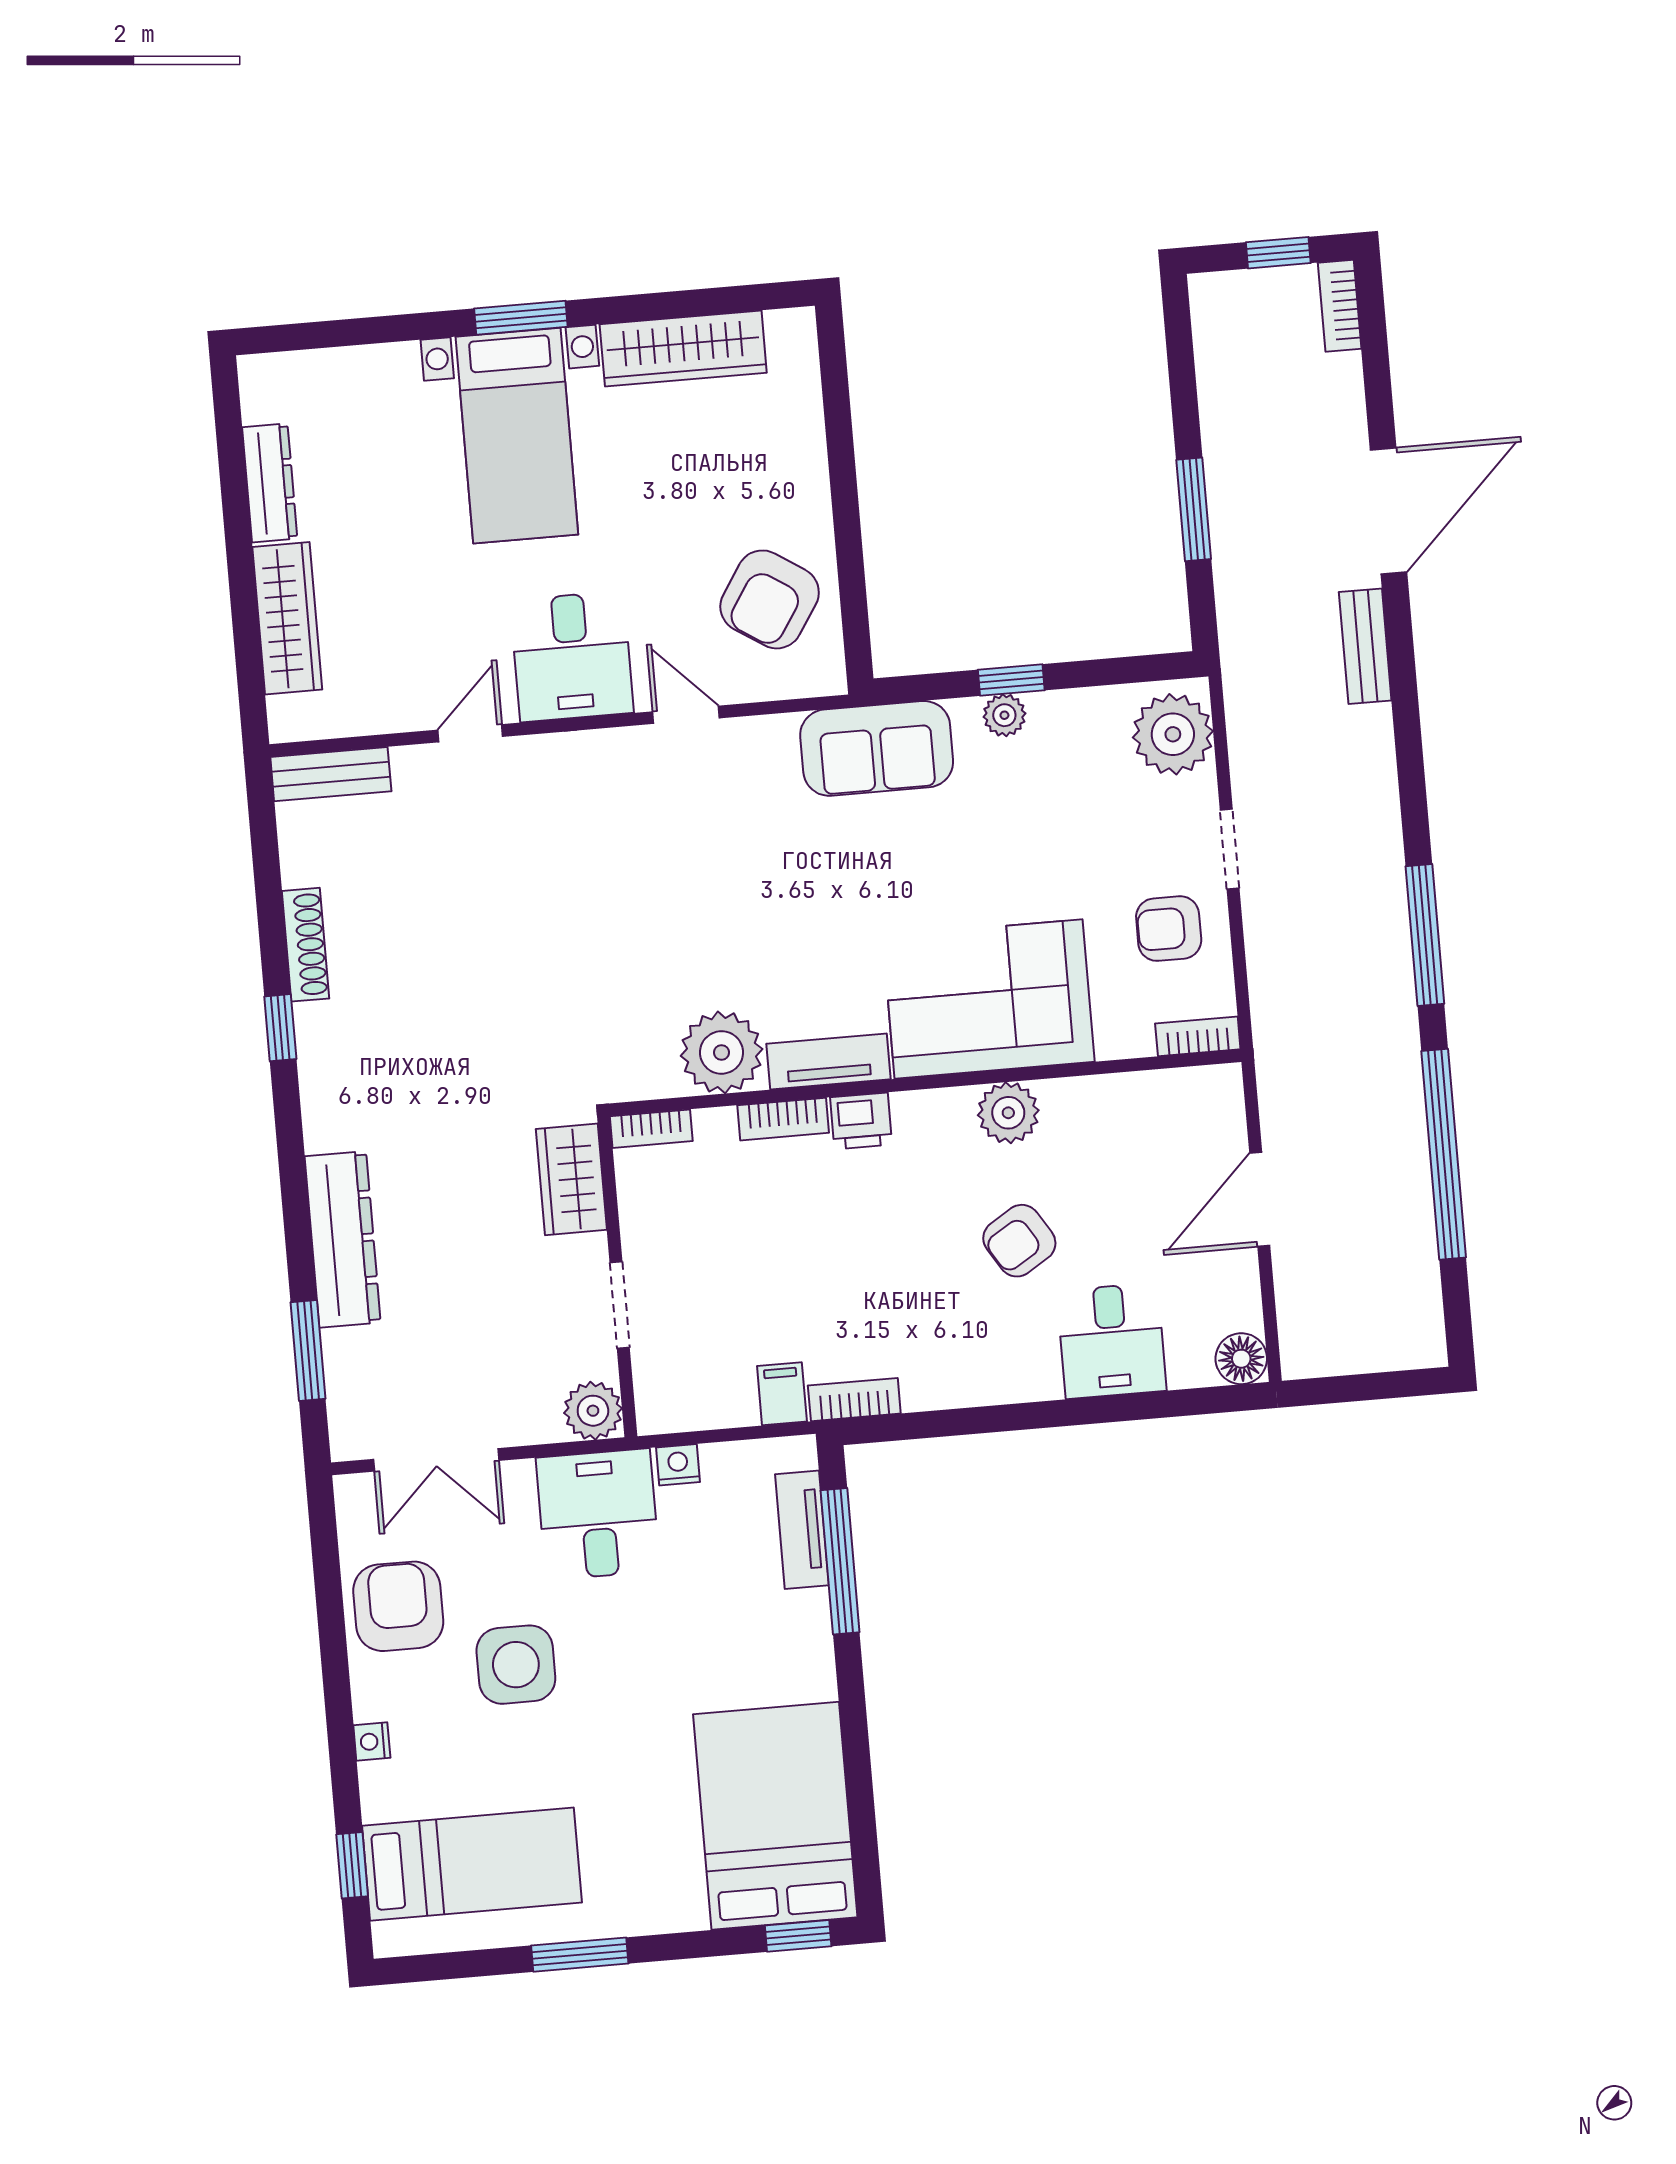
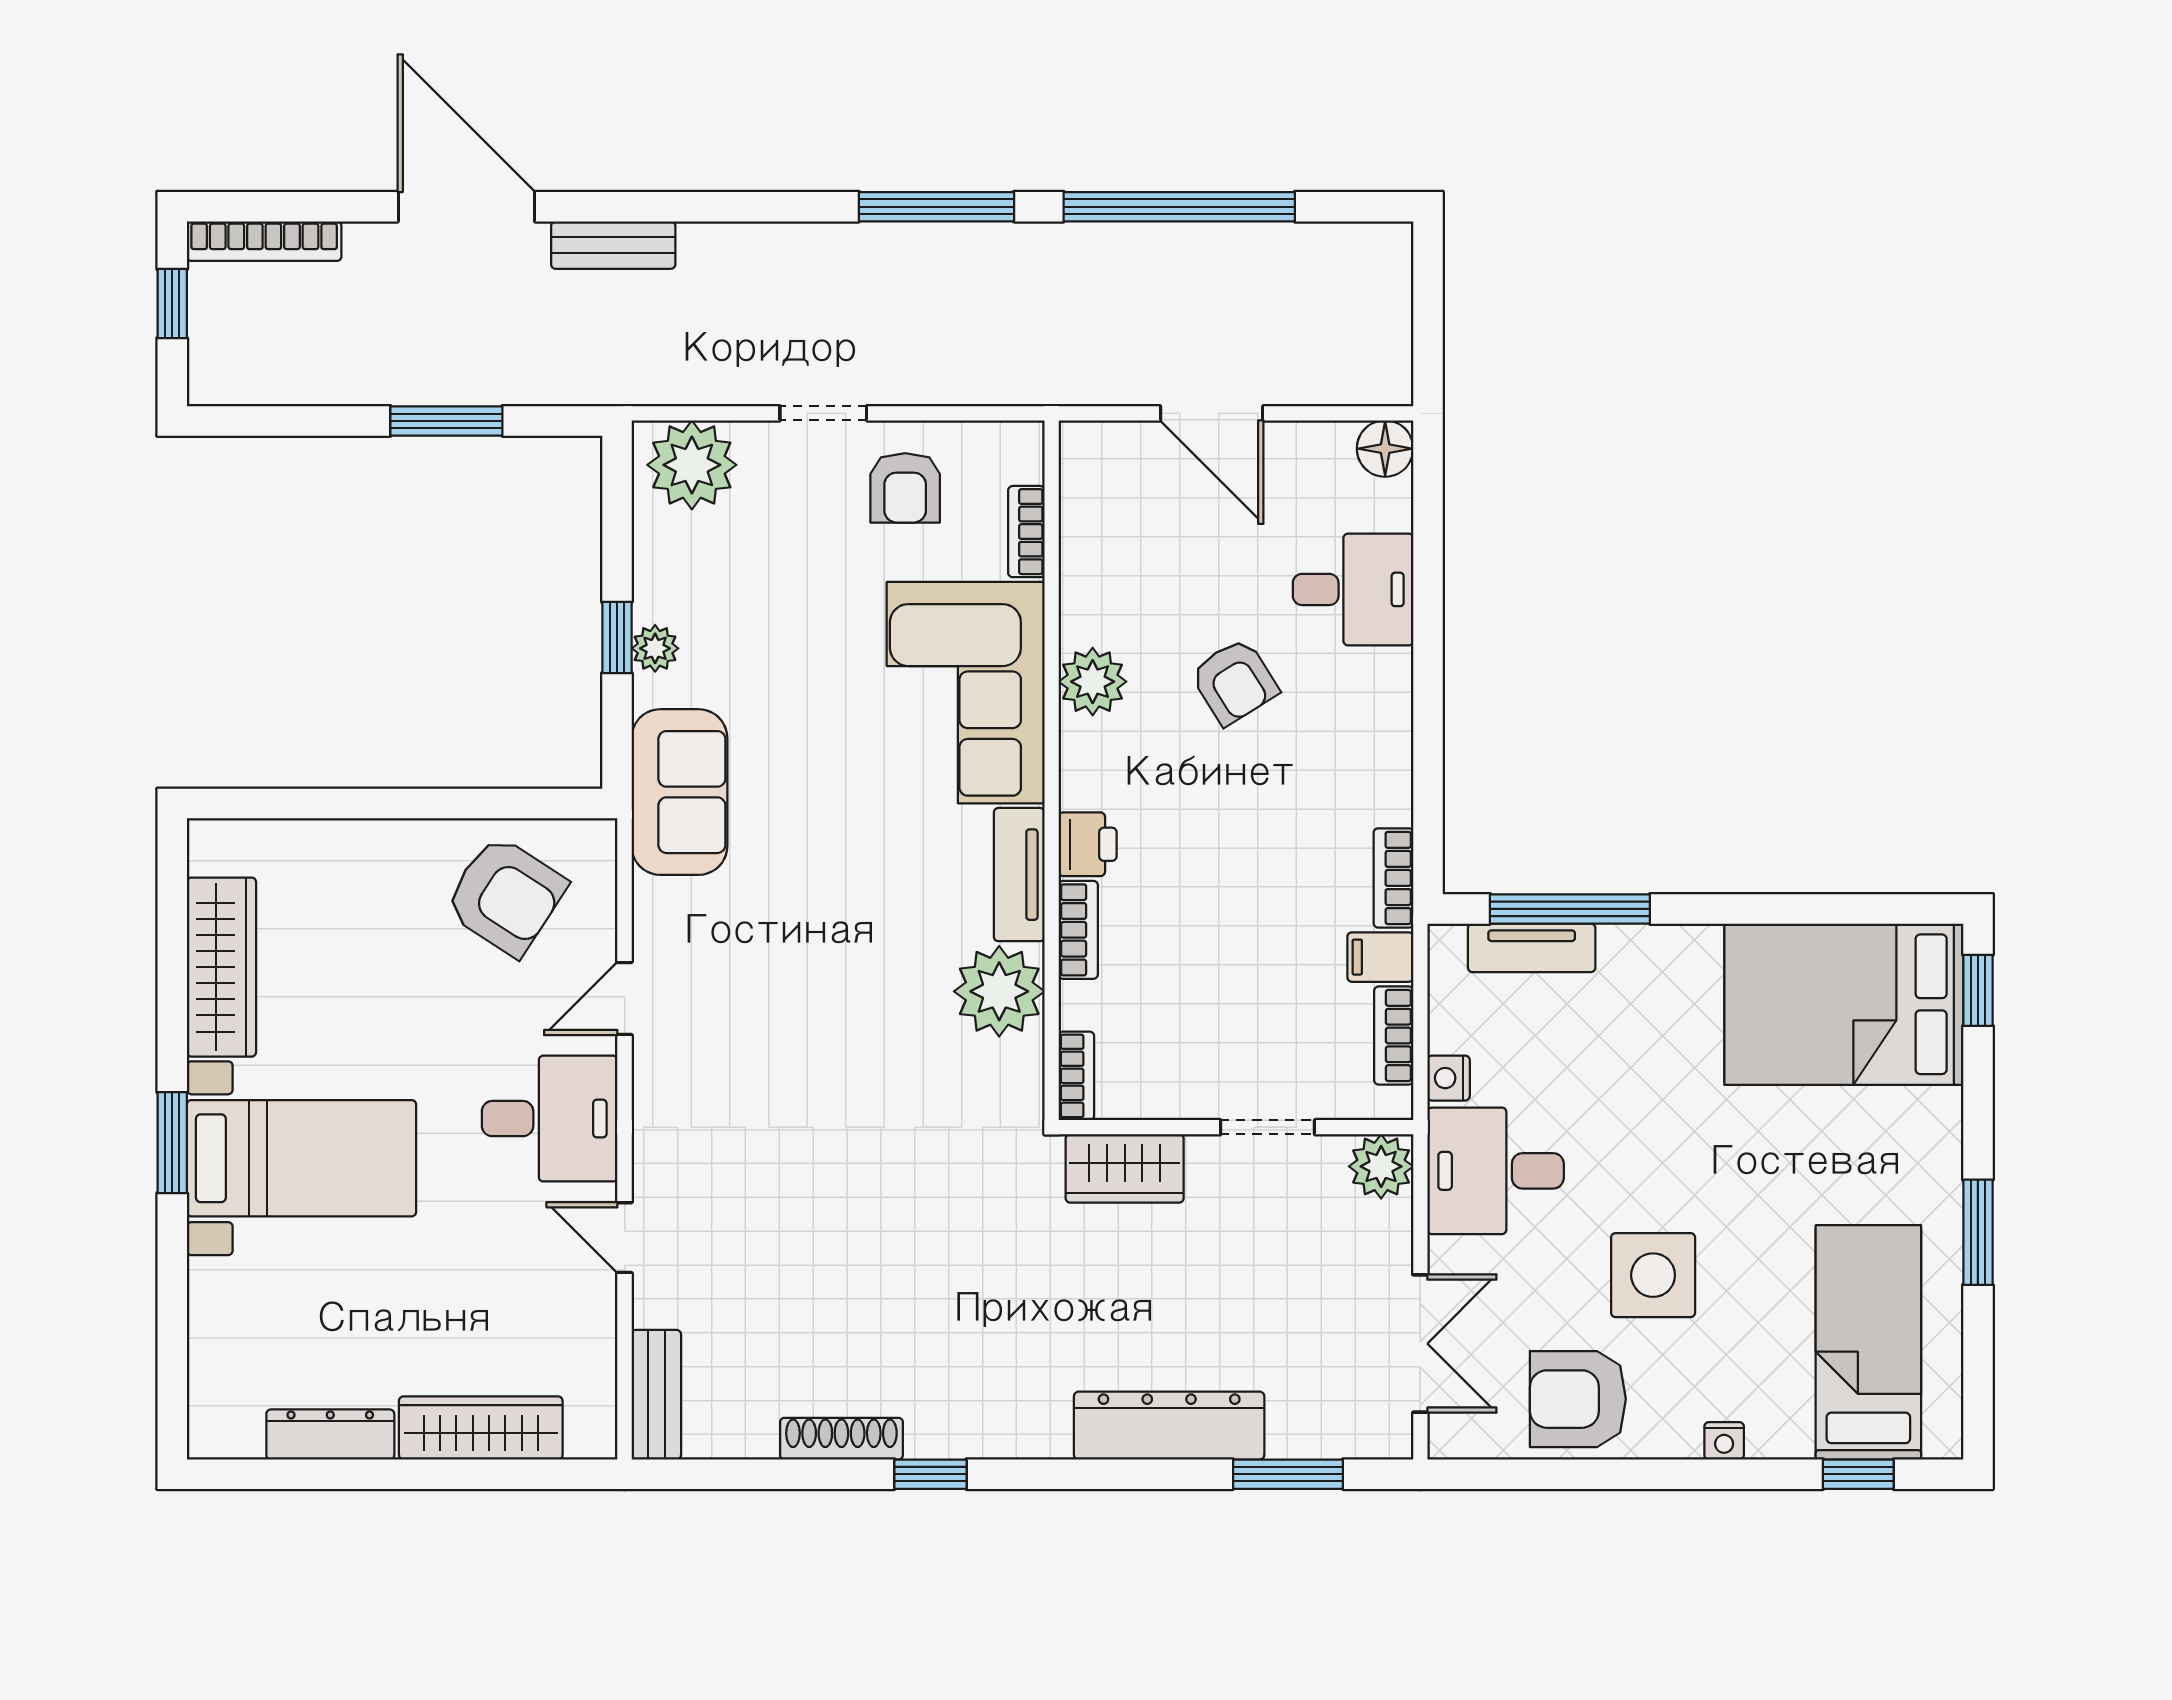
bookcase: (1340, 306) -> (264, 241), width x1.56
bookcase: (1198, 1036) -> (1026, 532), moved
bookcase: (712, 1412) -> (1394, 1035), added

